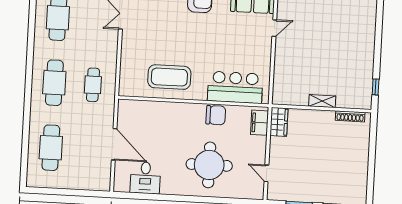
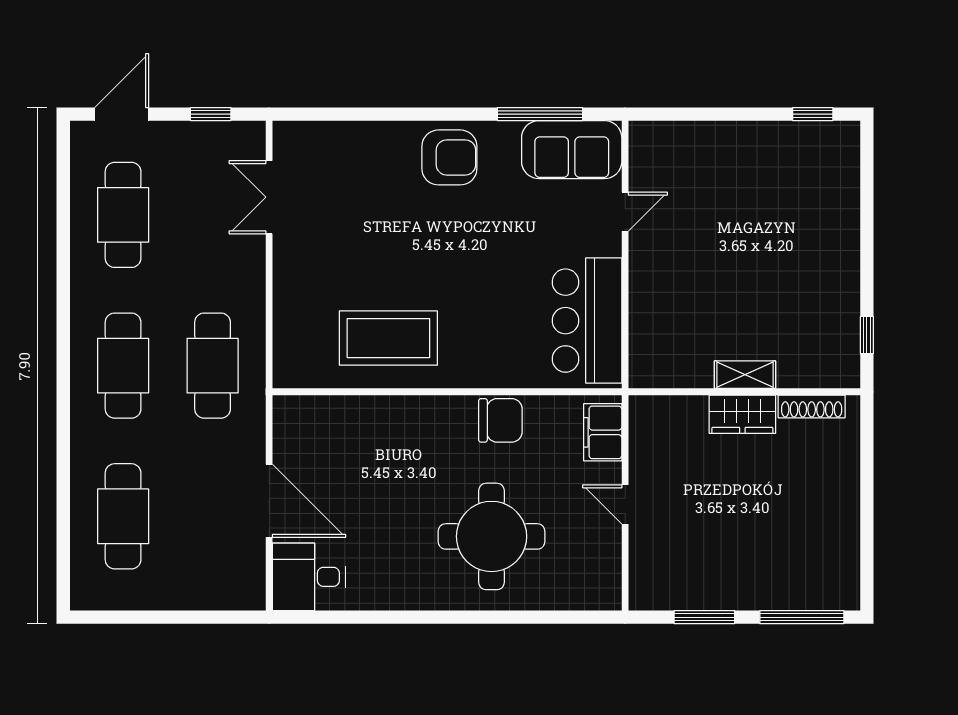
cafe table: (93, 85) -> (213, 366), width x1.37, depth x1.35
bar counter: (235, 87) -> (587, 321), moved, turned -90
wardrobe: (279, 122) -> (742, 414), moved, turned 90
door: (266, 173) -> (625, 504), moved
desk: (145, 178) -> (309, 577), moved, turned 90

